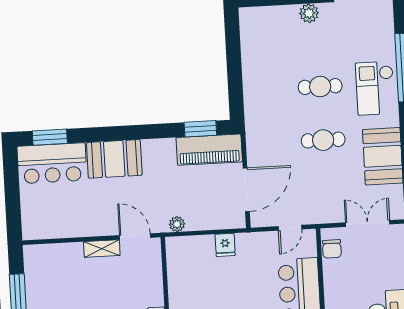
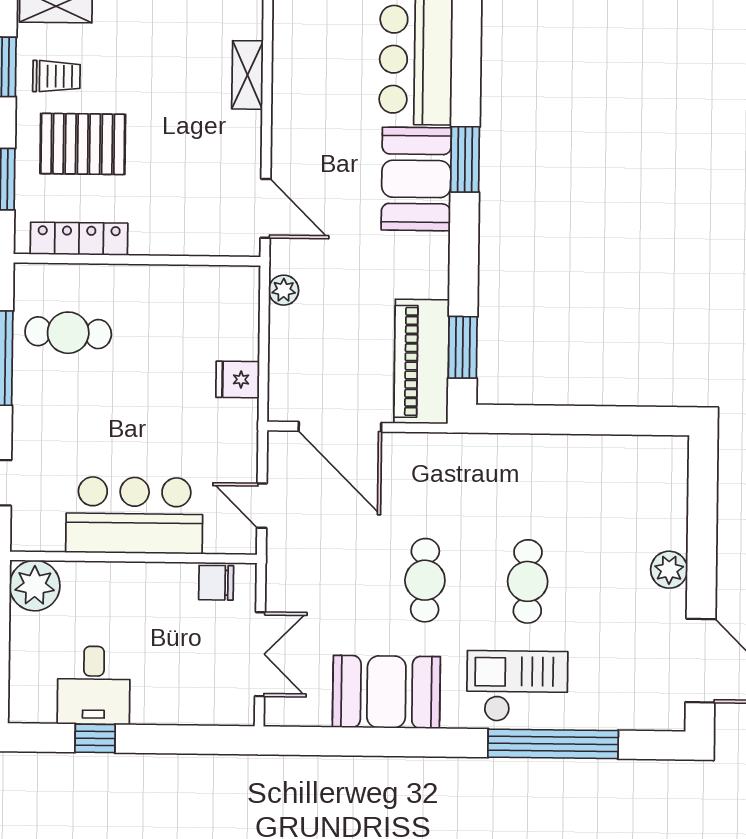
window: (50, 137) -> (465, 159), moved
door: (135, 236) -> (265, 208), hinge flipped
shelving: (102, 249) -> (248, 75), moved

